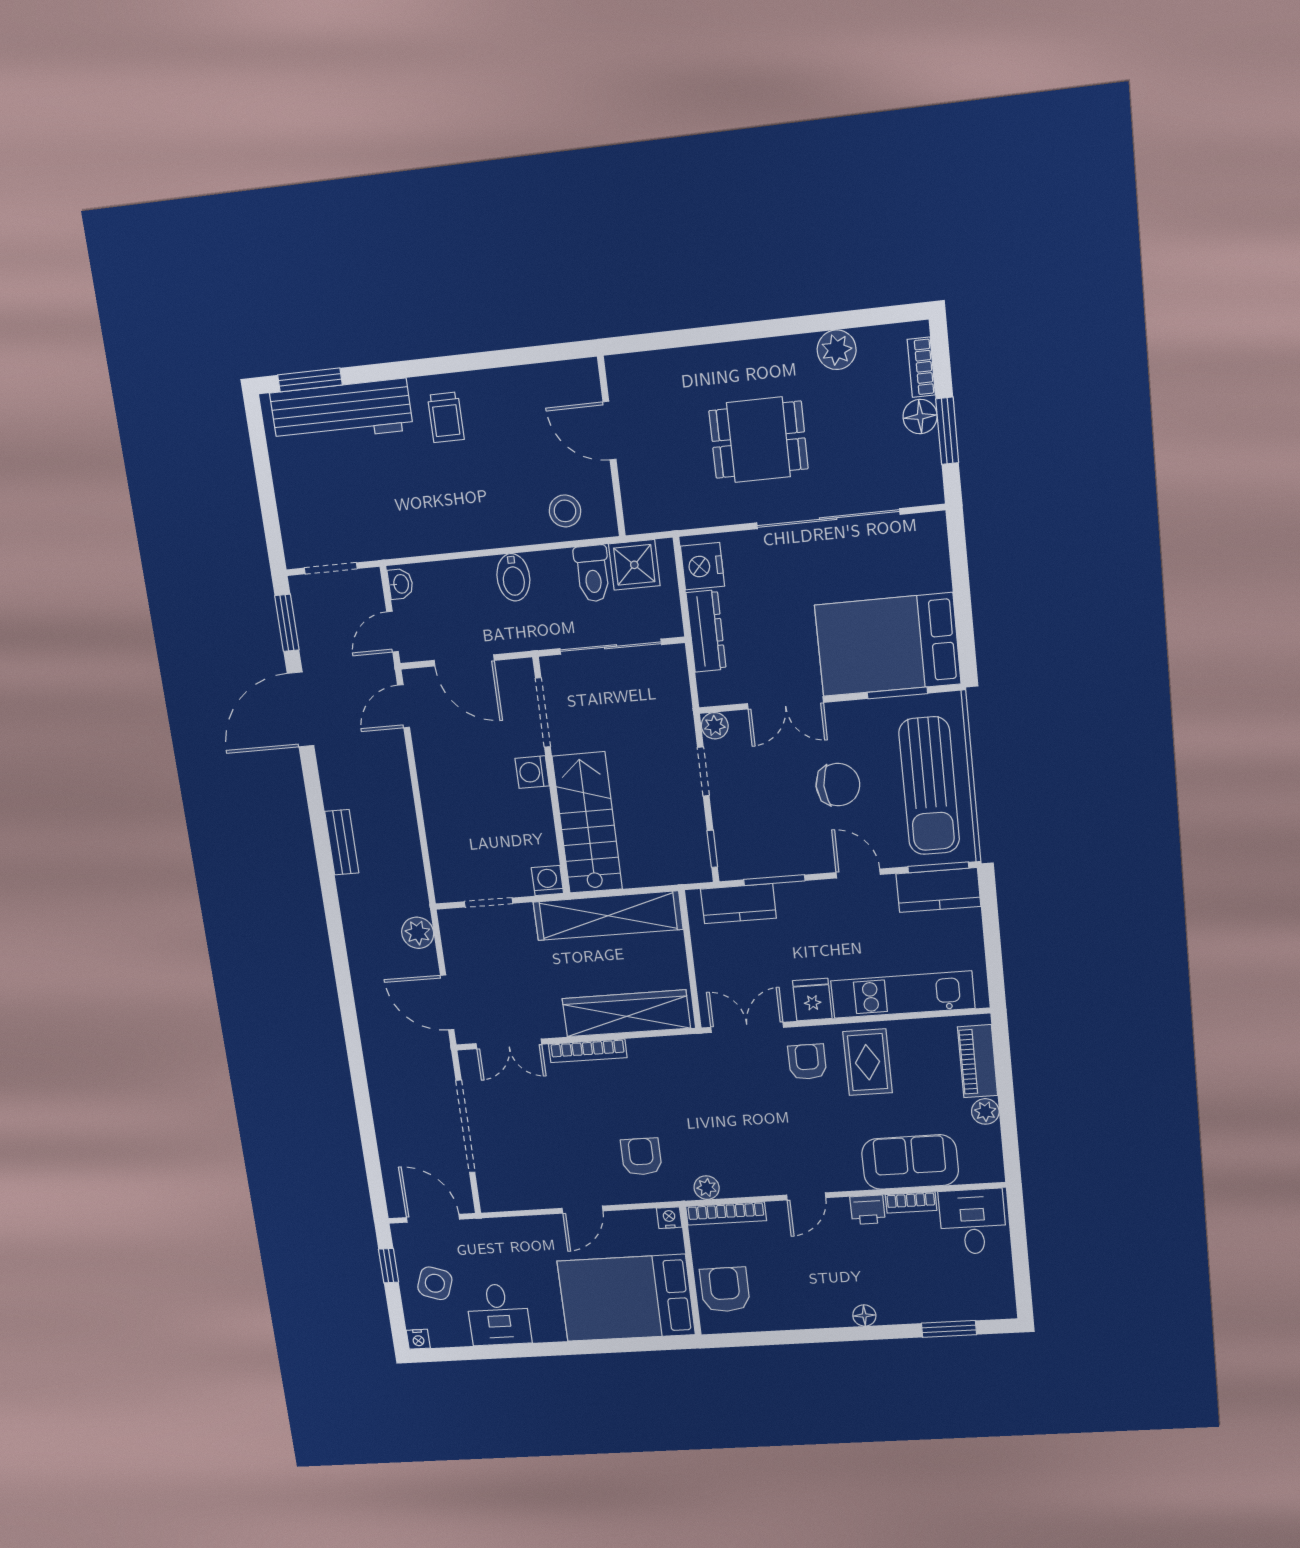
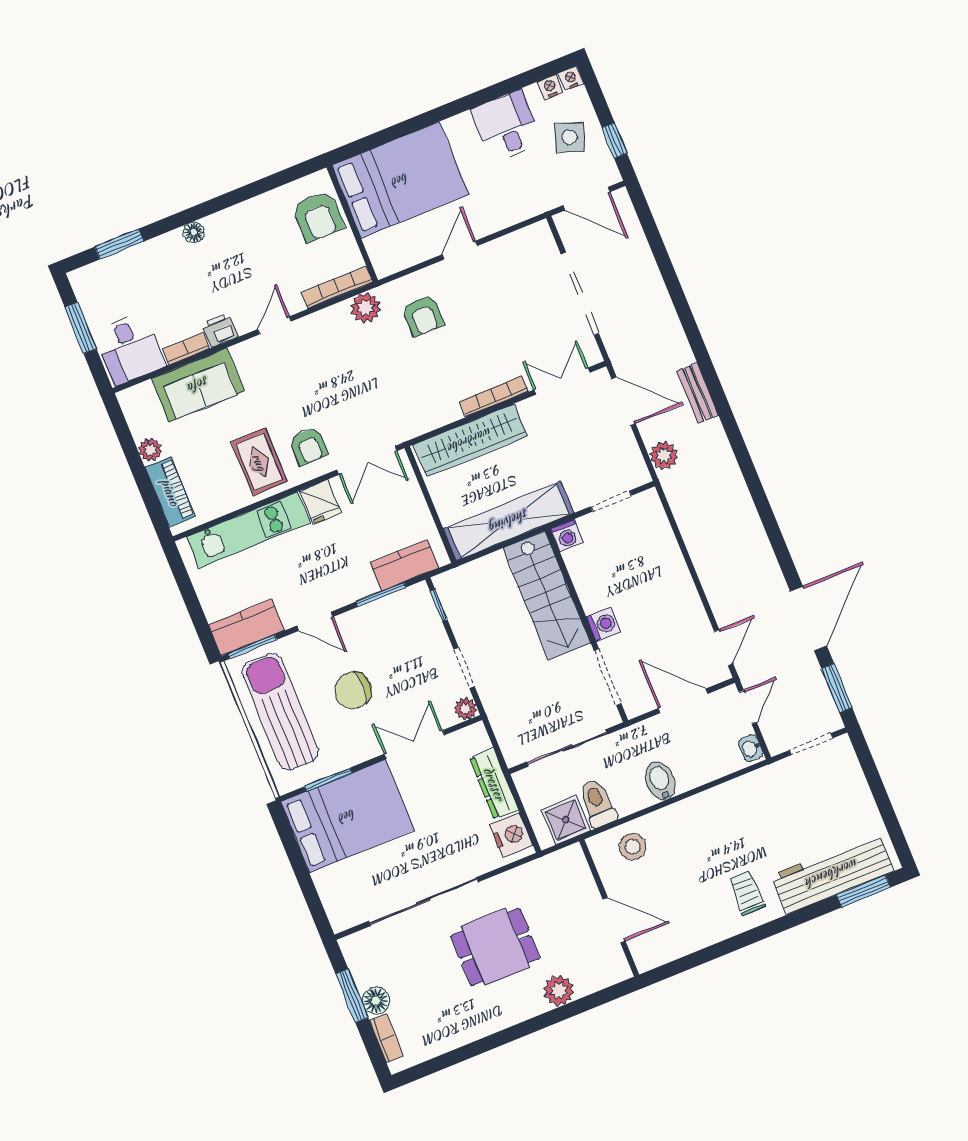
plant: (837, 350) -> (559, 991), moved
bench: (342, 842) -> (698, 393), moved
plant: (707, 1188) -> (366, 308), width x1.38, depth x1.38
nightstand: (669, 1218) -> (550, 87), moved, turned 180
window: (1020, 1259) -> (81, 328), added

